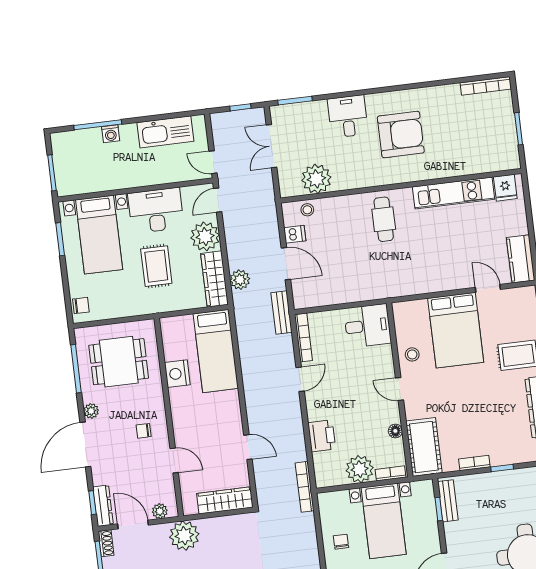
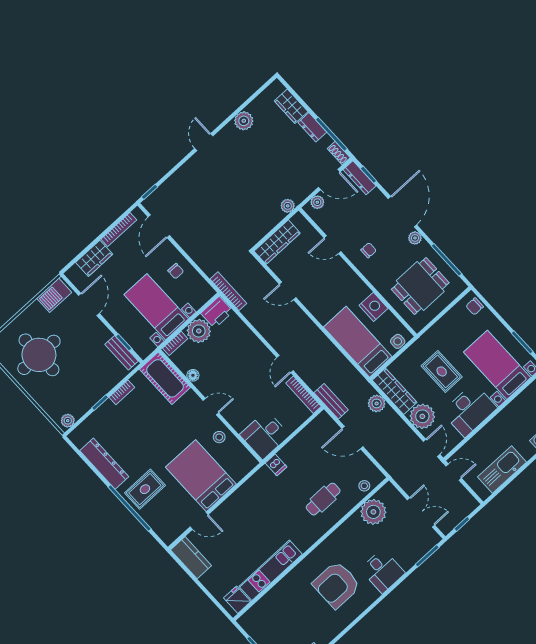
cafe table: (384, 219) -> (323, 499), moved, turned 90
dishwasher: (295, 234) -> (276, 465), moved, turned -90
side table: (178, 324) -> (398, 341), added
printer: (322, 436) -> (217, 312), moved, turned -90
plant: (184, 536) -> (288, 206), width x0.53, depth x0.53

